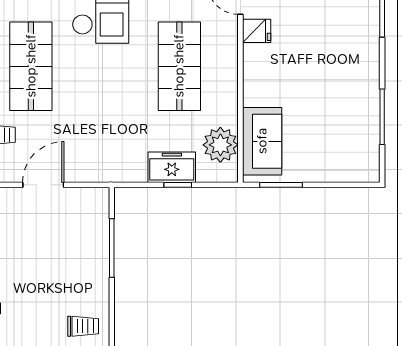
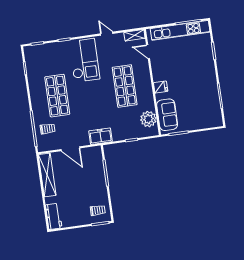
fridge: (257, 31) -> (161, 87), moved
freezer: (172, 167) -> (100, 136), moved
door: (43, 185) -> (70, 149), swing flipped

